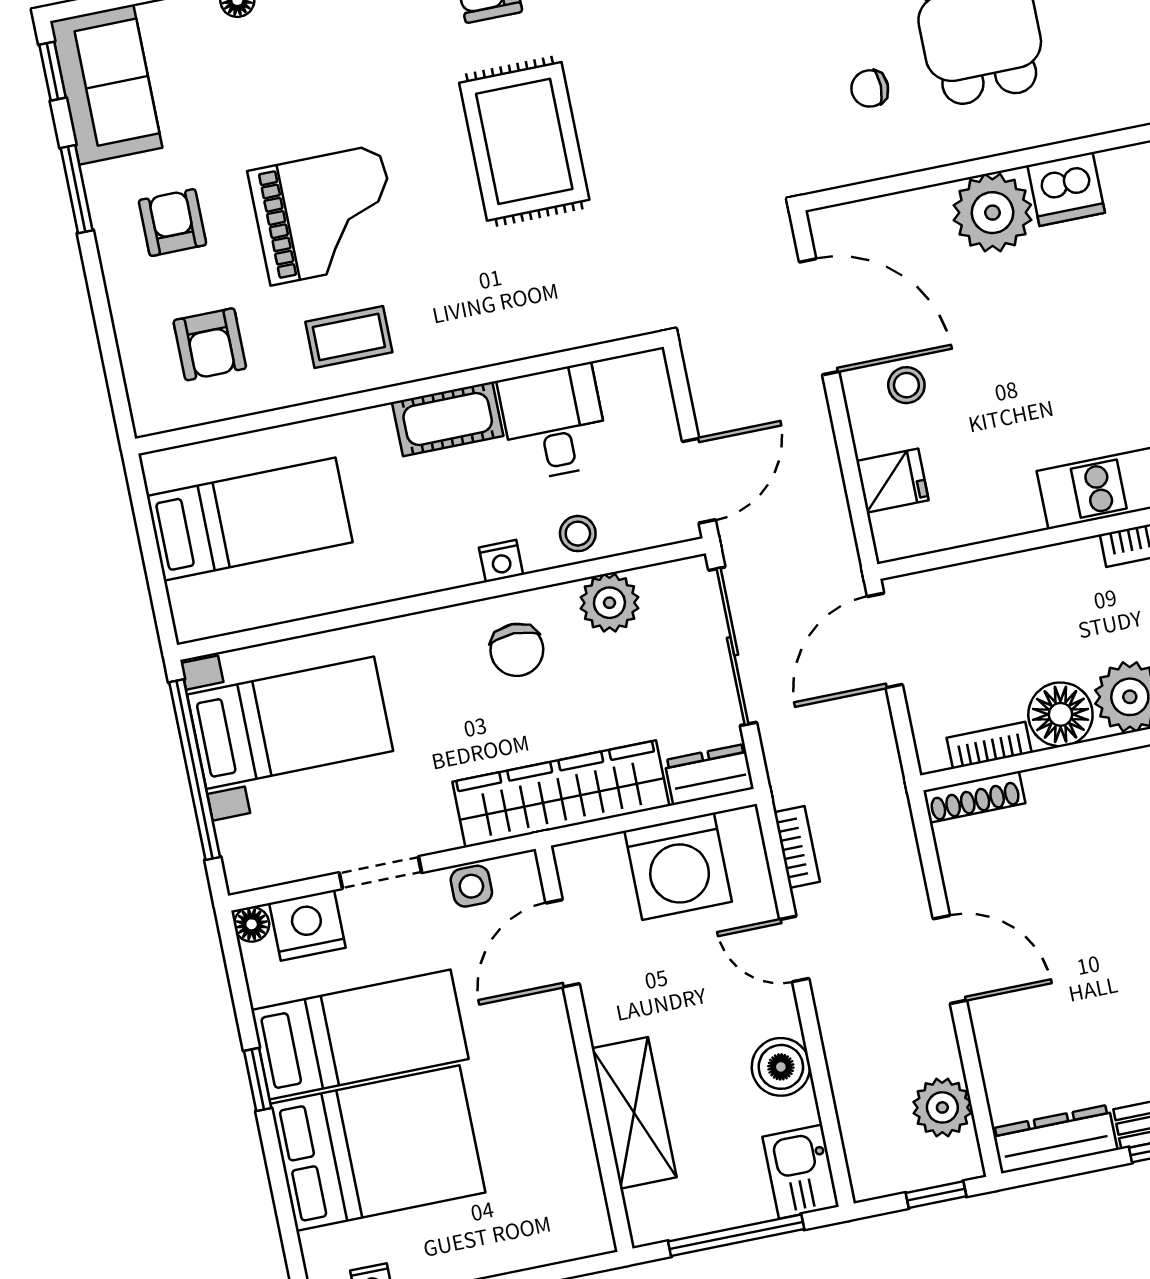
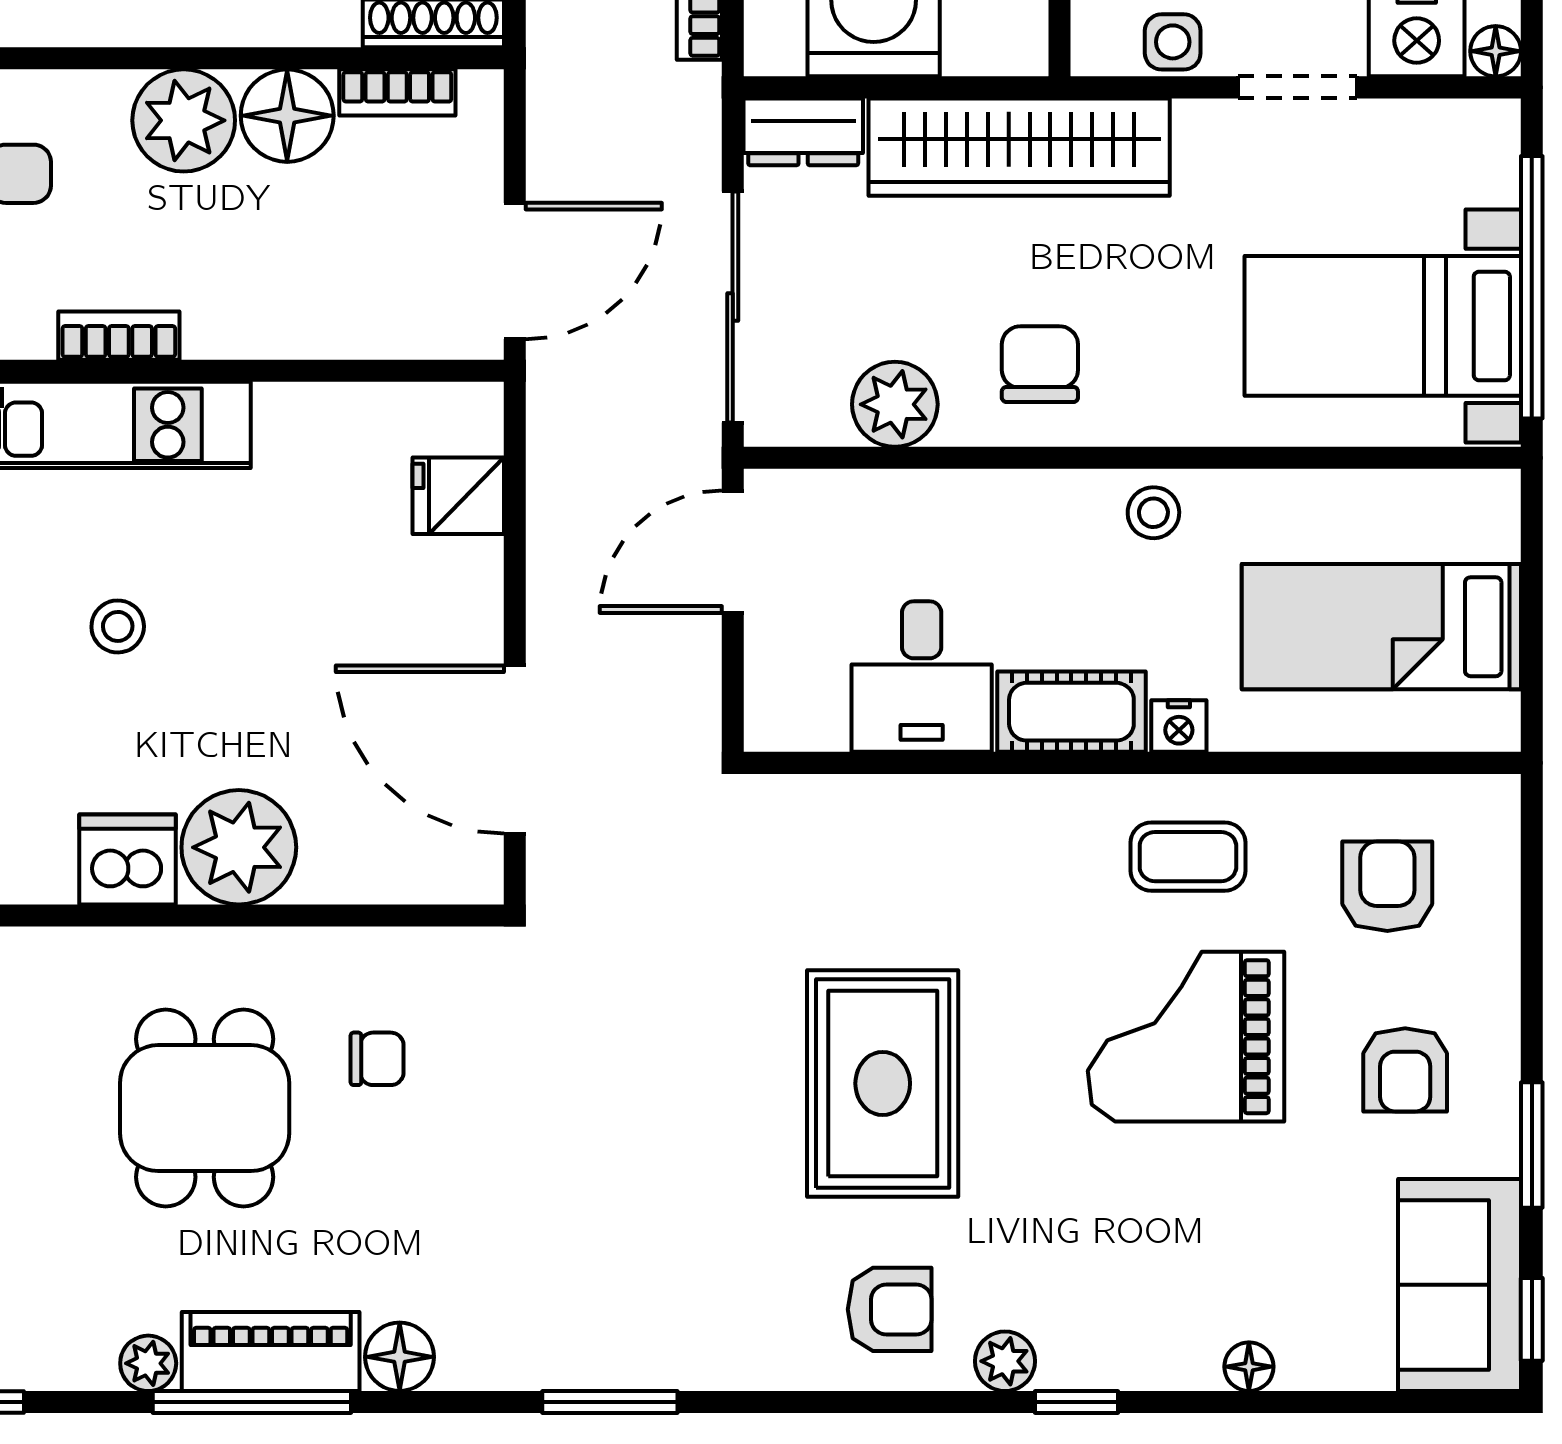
stool: (906, 385) -> (118, 626), moved
stool: (578, 534) -> (1153, 513), moved
nightstand: (501, 561) -> (1179, 726), moved, turned 180

